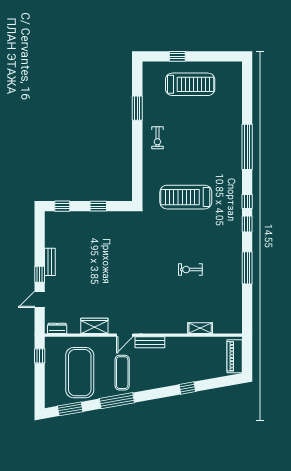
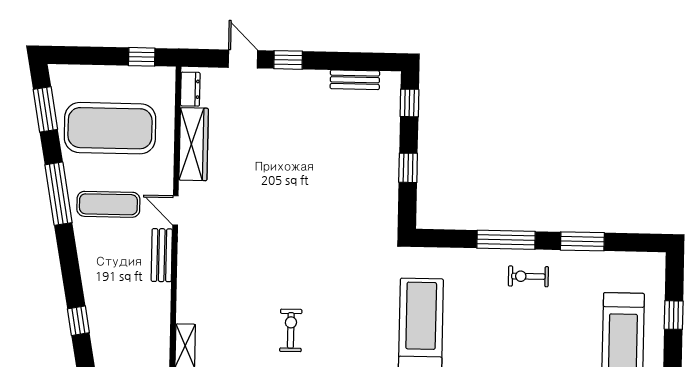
window: (137, 151) -> (506, 240), added
bench: (50, 262) -> (355, 80), moved
wardrobe: (94, 326) -> (194, 144), width x1.50

